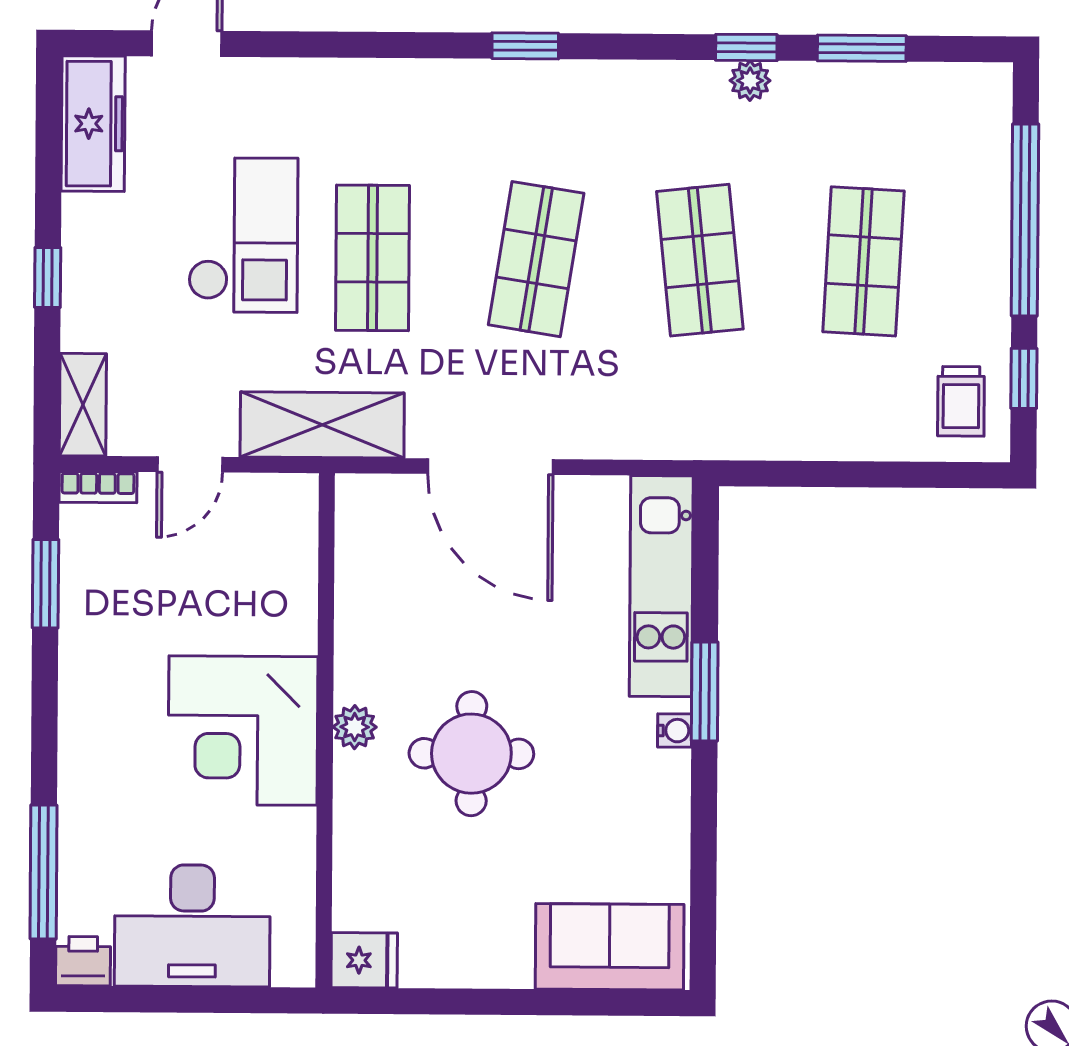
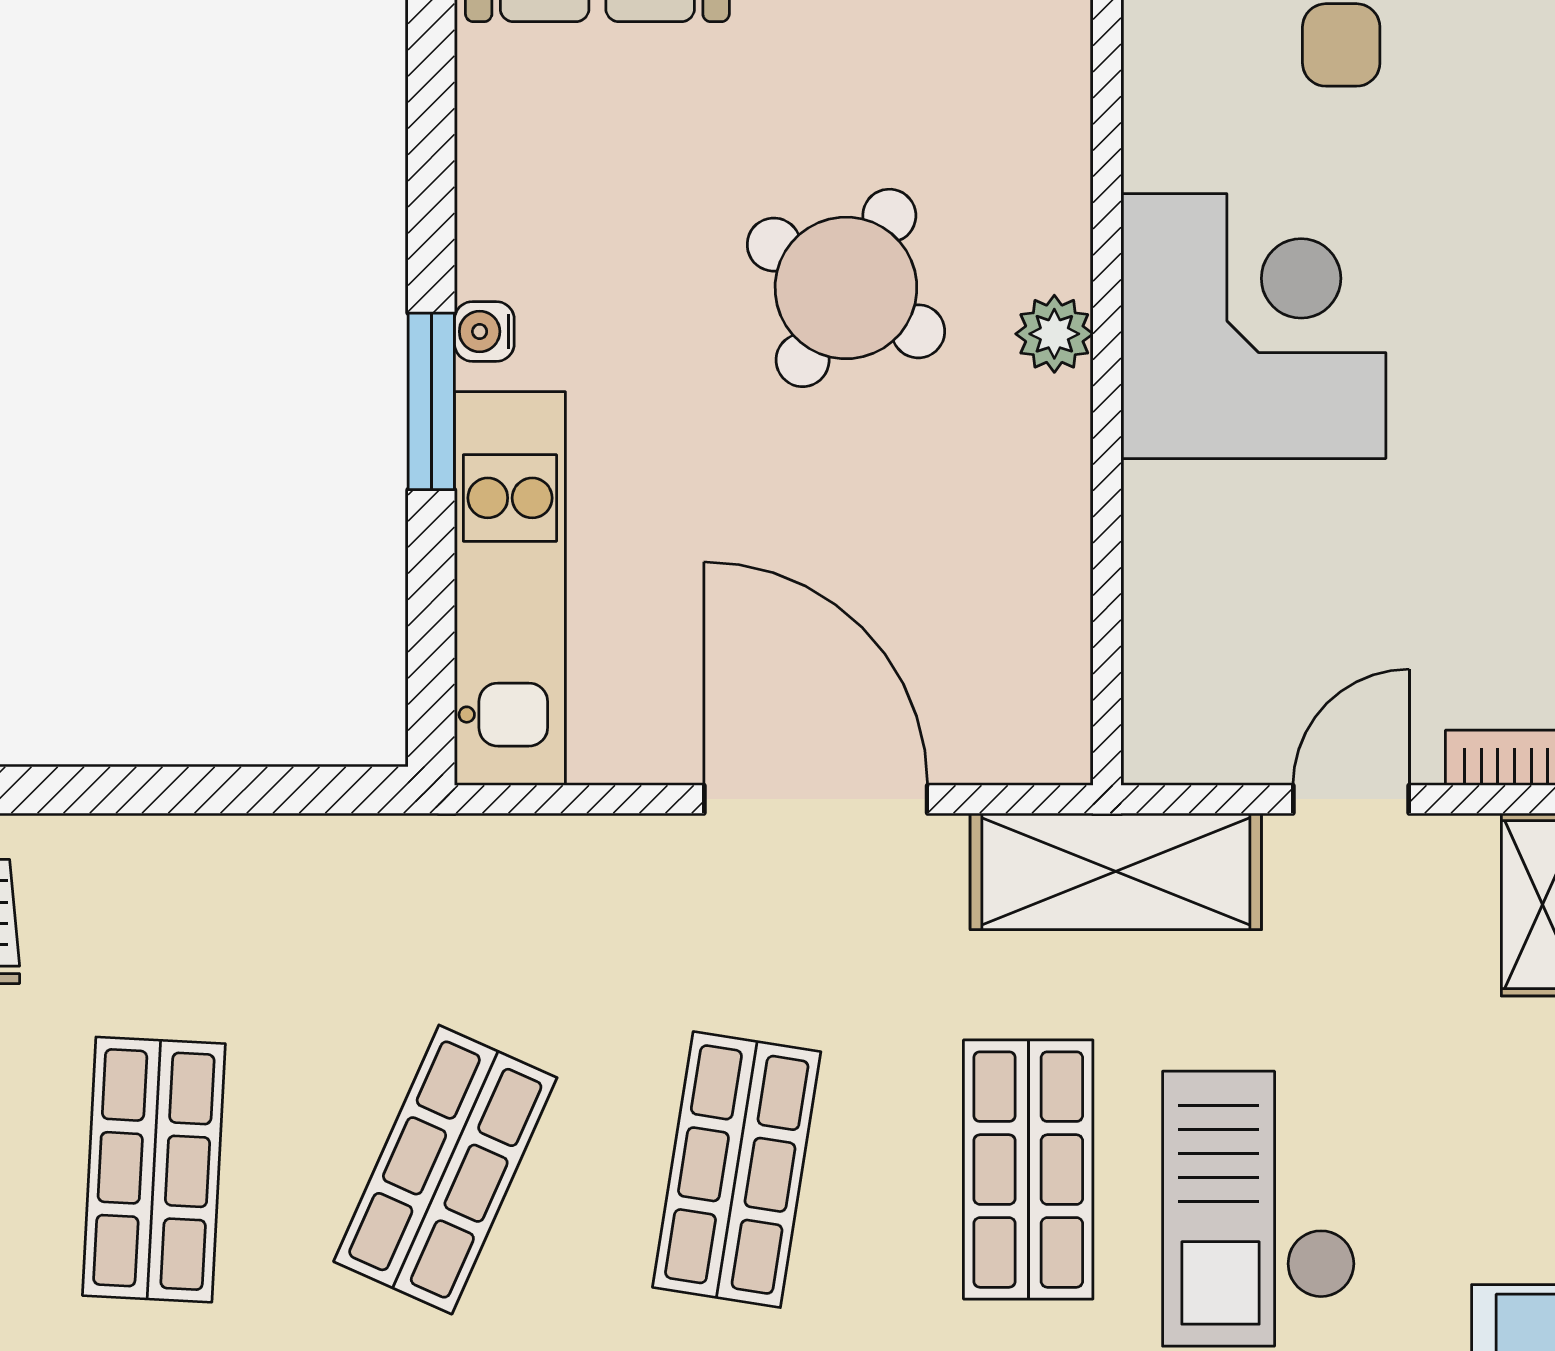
shop shelf: (700, 260) -> (445, 1170), turned 30
round table: (471, 754) -> (846, 288), turned 31

